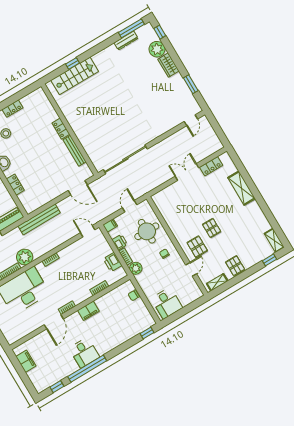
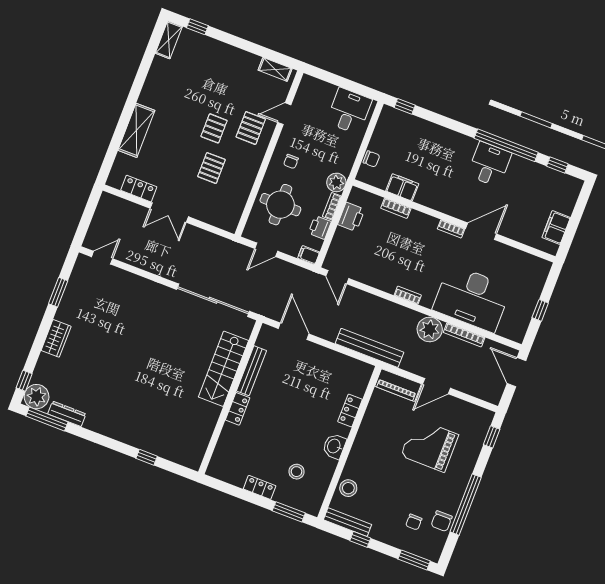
plant: (157, 49) -> (37, 397), moved
stairs: (75, 76) -> (223, 369), moved, turned -90
pallet: (235, 266) -> (211, 168), moved
filing cabinet: (88, 311) -> (402, 187), moved

